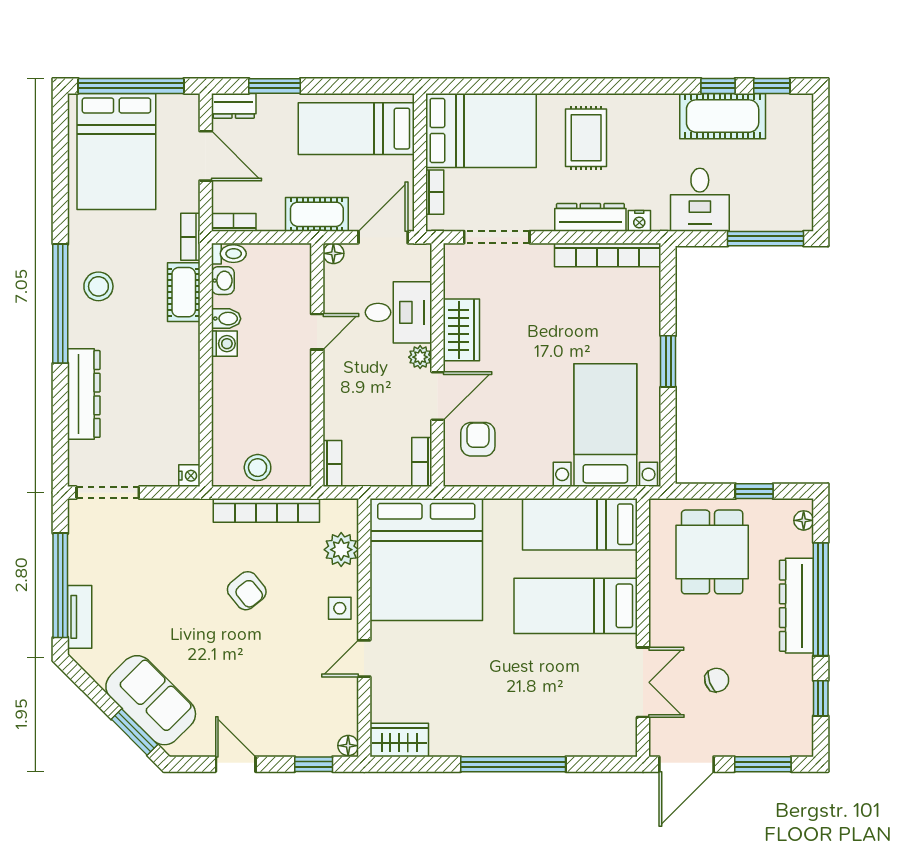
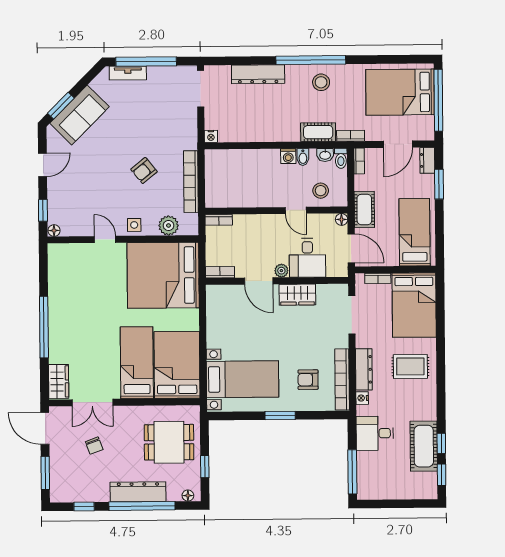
armchair: (478, 439) -> (308, 380), moved, turned 180
stool: (258, 468) -> (321, 191), moved
bed: (580, 524) -> (177, 365), width x1.50
wardrobe: (399, 740) -> (59, 381), moved

